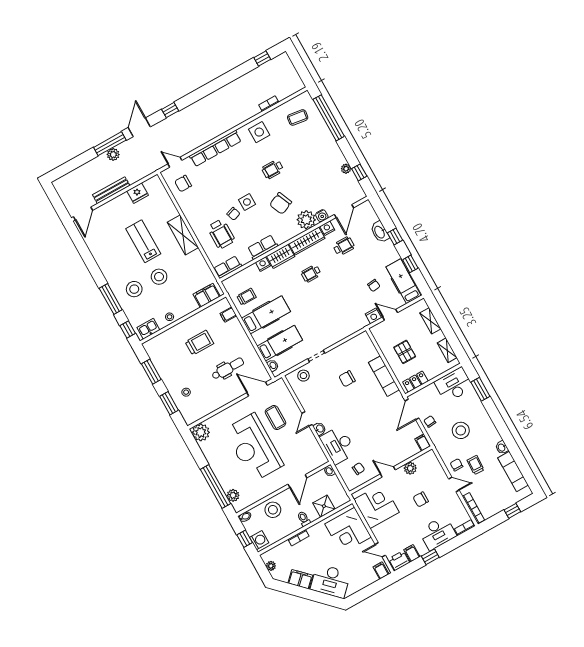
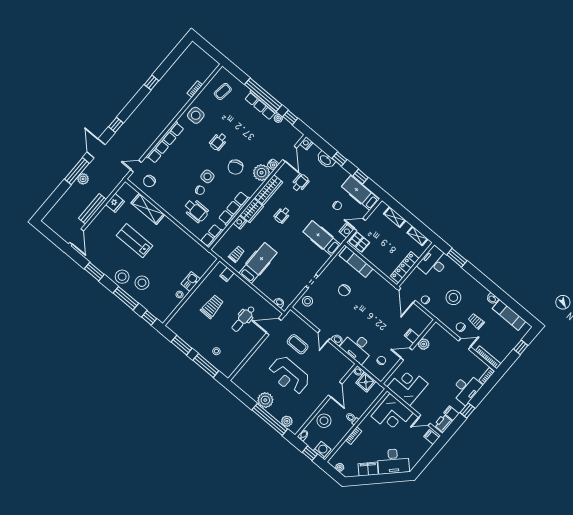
window: (262, 58) -> (151, 83), moved
window: (329, 118) -> (263, 95), moved
row of seats: (333, 147) -> (261, 105), added
nightstand: (327, 228) -> (306, 143), moved
shelving: (183, 235) -> (148, 209), moved
row of seats: (263, 247) -> (234, 209), width x1.48
window: (88, 258) -> (94, 272), added
stool: (159, 277) -> (122, 277), moved
filing cabinet: (207, 295) -> (203, 265), removed
kitchen sink: (148, 329) -> (191, 281), moved
hospital bed: (280, 343) -> (322, 238), moved, turned -90
pallet: (405, 352) -> (359, 242), moved
dental chair: (228, 368) -> (243, 319), turned 180
exam couch: (384, 376) -> (356, 262), moved
locker: (415, 382) -> (405, 267), width x1.53
window: (169, 403) -> (206, 366), width x1.44
plant: (201, 432) -> (265, 400), moved
filing cabinet: (423, 443) -> (412, 336), moved
reception desk: (254, 447) -> (289, 375), width x0.74, depth x0.77
chair: (421, 499) -> (442, 366), removed
shower: (324, 506) -> (366, 382), moved

